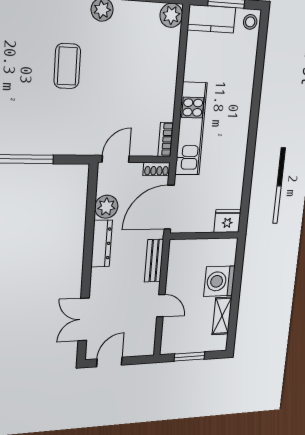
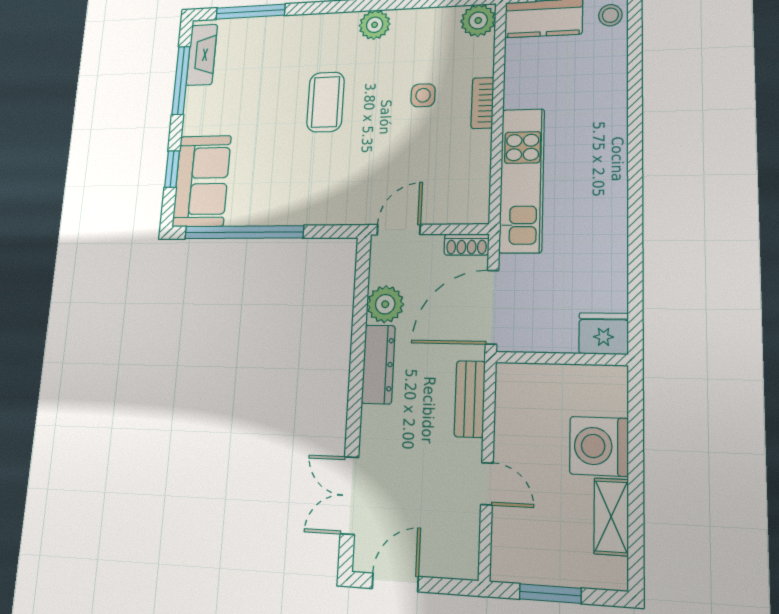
side table: (134, 67) -> (423, 95), added
bookcase: (166, 139) -> (482, 103), moved

